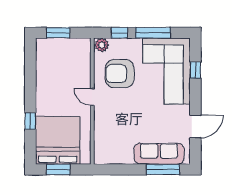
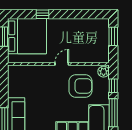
armchair: (120, 74) -> (81, 86), turned 90

